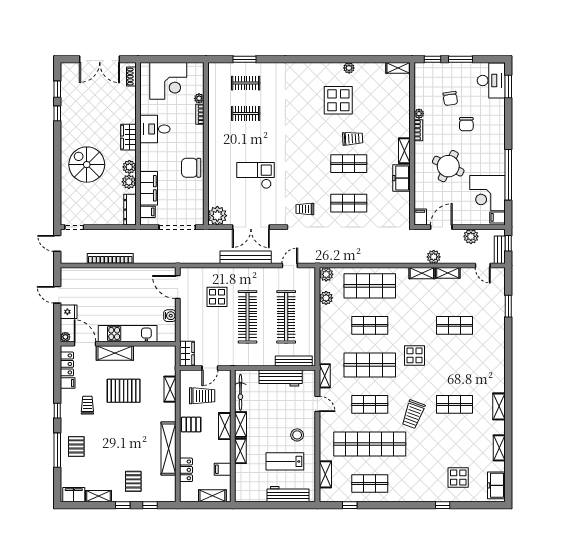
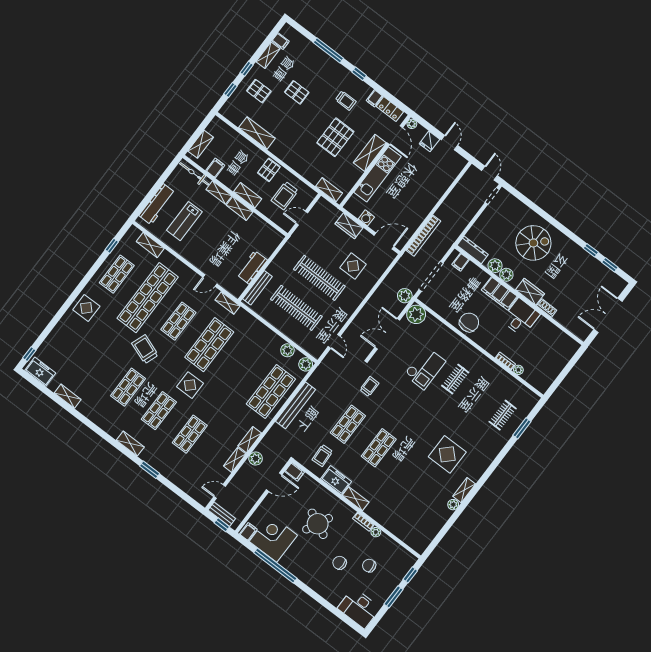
shelving: (398, 68) -> (464, 490), moved
shoe rack: (131, 77) -> (547, 308), moved
corner desk: (168, 81) -> (550, 356), removed
window: (508, 86) -> (344, 618), removed
display table: (338, 100) -> (447, 454), moved
clothes rail: (246, 113) -> (455, 379), moved
trolley: (353, 139) -> (322, 456), moved
filing cabinet: (149, 188) -> (500, 293), moved
door: (441, 227) -> (274, 482), hinge flipped
plant: (471, 236) -> (405, 296), moved
door: (57, 243) -> (490, 173), hinge flipped
bench: (246, 257) -> (295, 405), moved
bookcase: (110, 258) -> (423, 236), moved
door: (57, 295) -> (450, 143), hinge flipped
window: (508, 306) -> (150, 470), moved
shop shelf: (370, 325) -> (159, 411), moved
door: (85, 344) -> (395, 135), hinge flipped
wardrobe: (187, 354) -> (349, 226), moved
door: (210, 368) -> (302, 218), hinge flipped
workbench: (281, 378) -> (252, 267), width x0.73
shelving: (170, 389) -> (329, 190), moved
bicycle: (240, 392) -> (194, 174), moved
shelving: (499, 406) -> (130, 444), moved
stool: (297, 435) -> (198, 246), removed
pallet: (76, 446) -> (297, 92), moved
shelving: (169, 449) -> (257, 133), width x0.68
lab bench: (285, 461) -> (184, 221), turned 180
locker: (186, 470) -> (237, 139), removed
display table: (458, 478) -> (86, 308), moved
filing cabinet: (74, 495) -> (281, 41), width x0.50
window: (443, 505) -> (29, 354), moved

